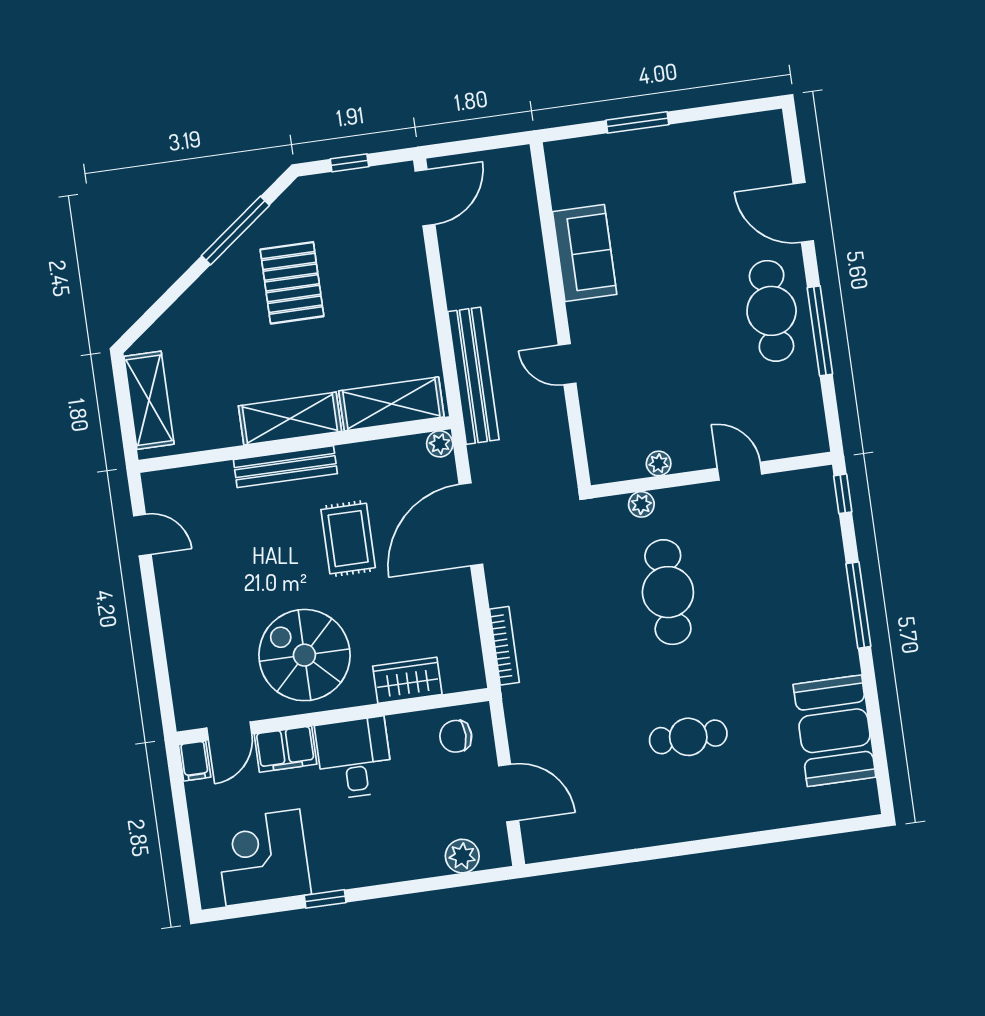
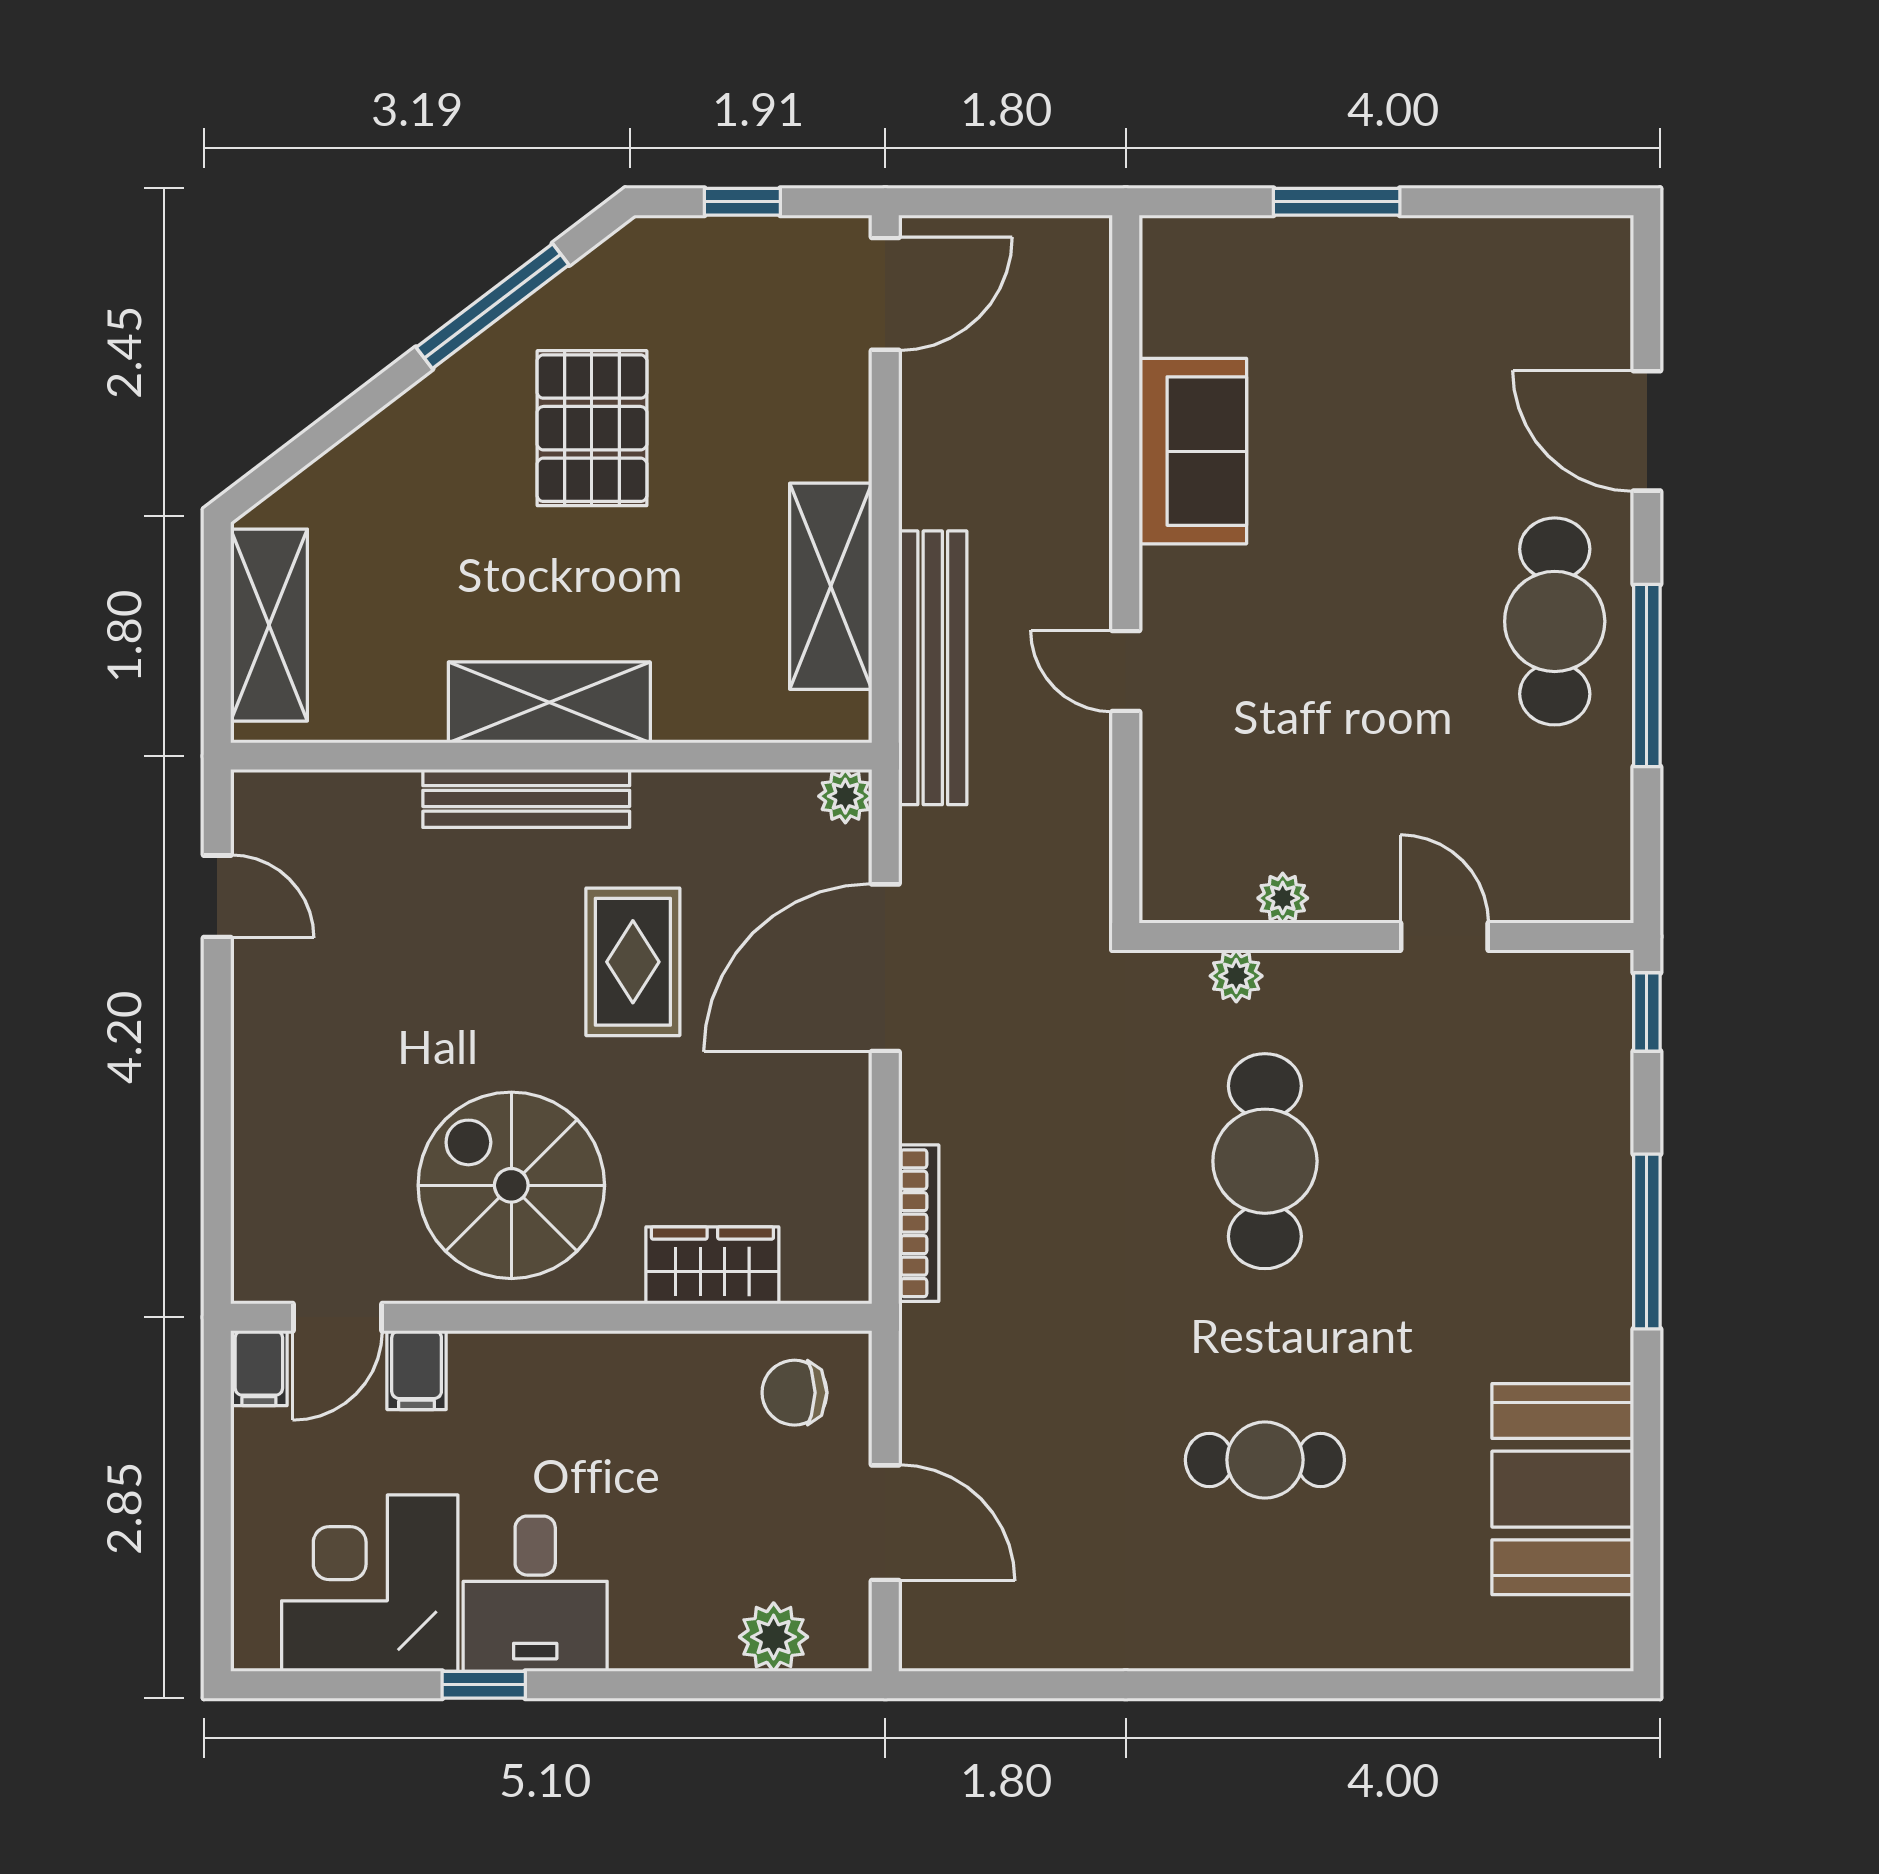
shelving: (391, 404) -> (831, 586), moved, turned 90
filing cabinet: (285, 749) -> (417, 1370), width x0.50
desk: (354, 758) -> (535, 1594), moved, turned 180

